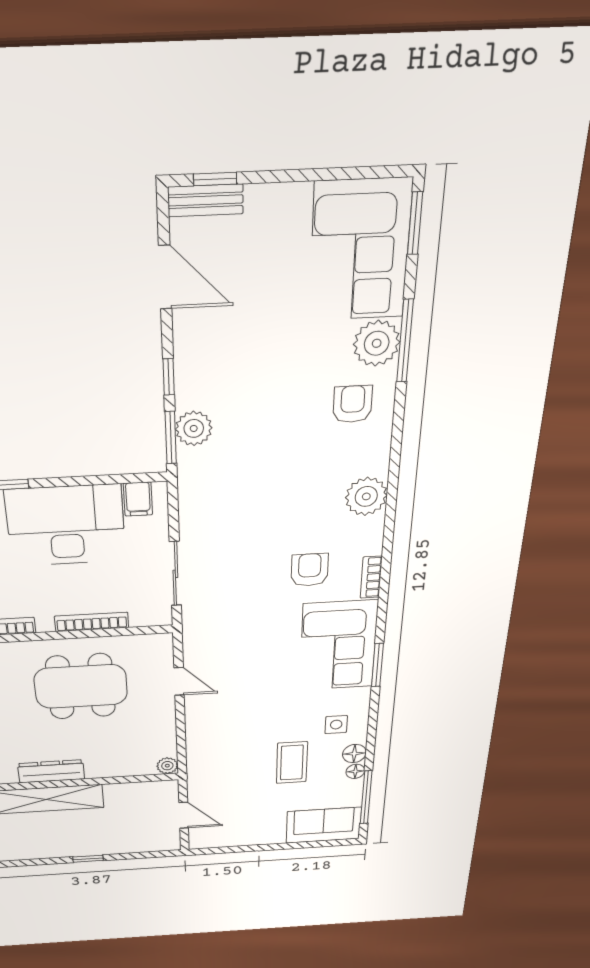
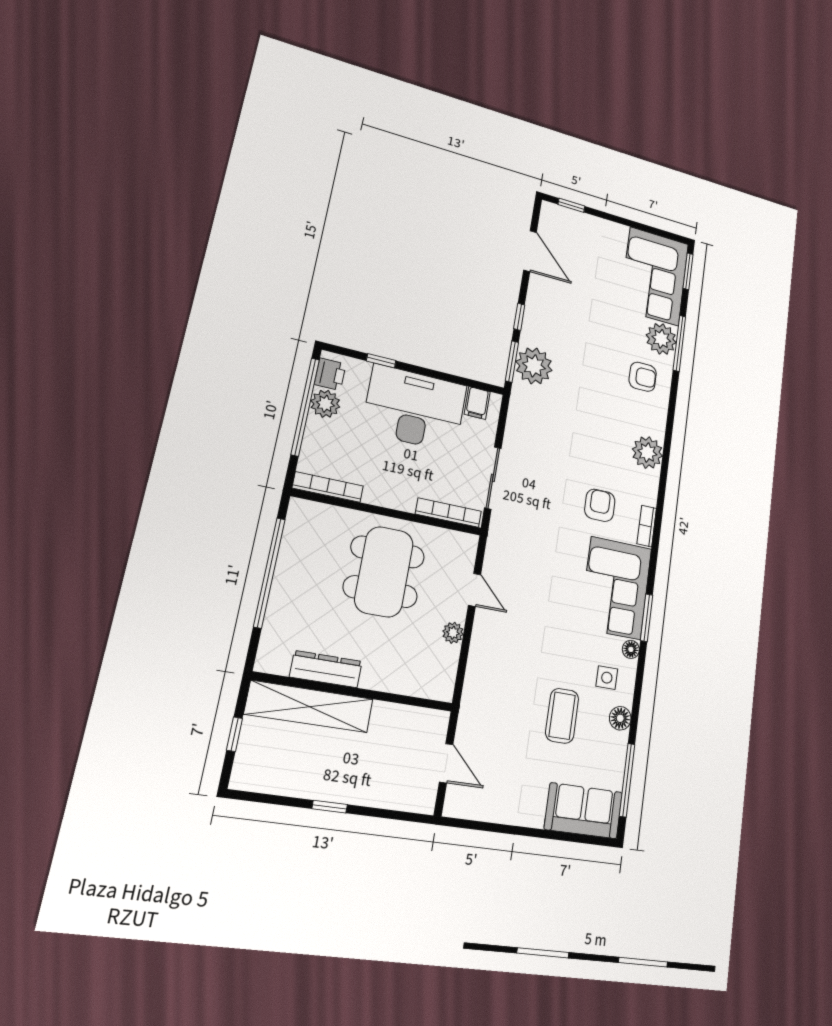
bench: (205, 200) -> (564, 215), removed
armchair: (353, 404) -> (643, 377), turned 90
plant: (194, 428) -> (534, 366), width x1.36, depth x1.36
bookcase: (92, 622) -> (449, 513), moved
dining table: (81, 686) -> (384, 572), turned 90
plant: (167, 766) -> (453, 633), moved
floor lamp: (355, 771) -> (631, 649), moved

